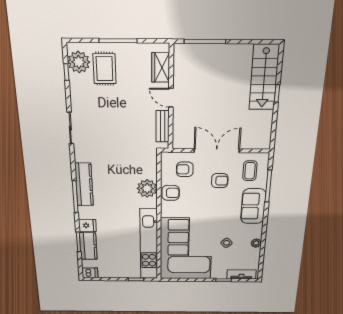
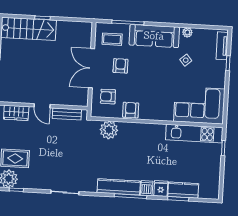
door: (171, 98) -> (42, 106), hinge flipped
armchair: (185, 169) -> (108, 97), turned 90
plant: (147, 188) -> (109, 130), moved
sofa: (253, 206) -> (154, 36), width x1.36
kitchen unit: (149, 244) -> (194, 134), width x0.73
corner sofa: (186, 249) -> (199, 105), width x0.73, depth x0.74
dishwasher: (90, 273) -> (147, 188), moved

